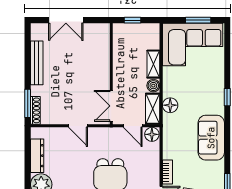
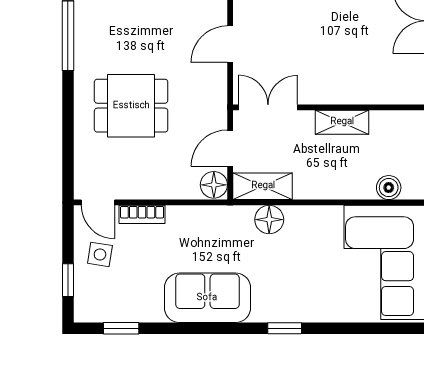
shelving: (153, 64) -> (342, 122), moved
boiler: (153, 86) -> (389, 188), moved

